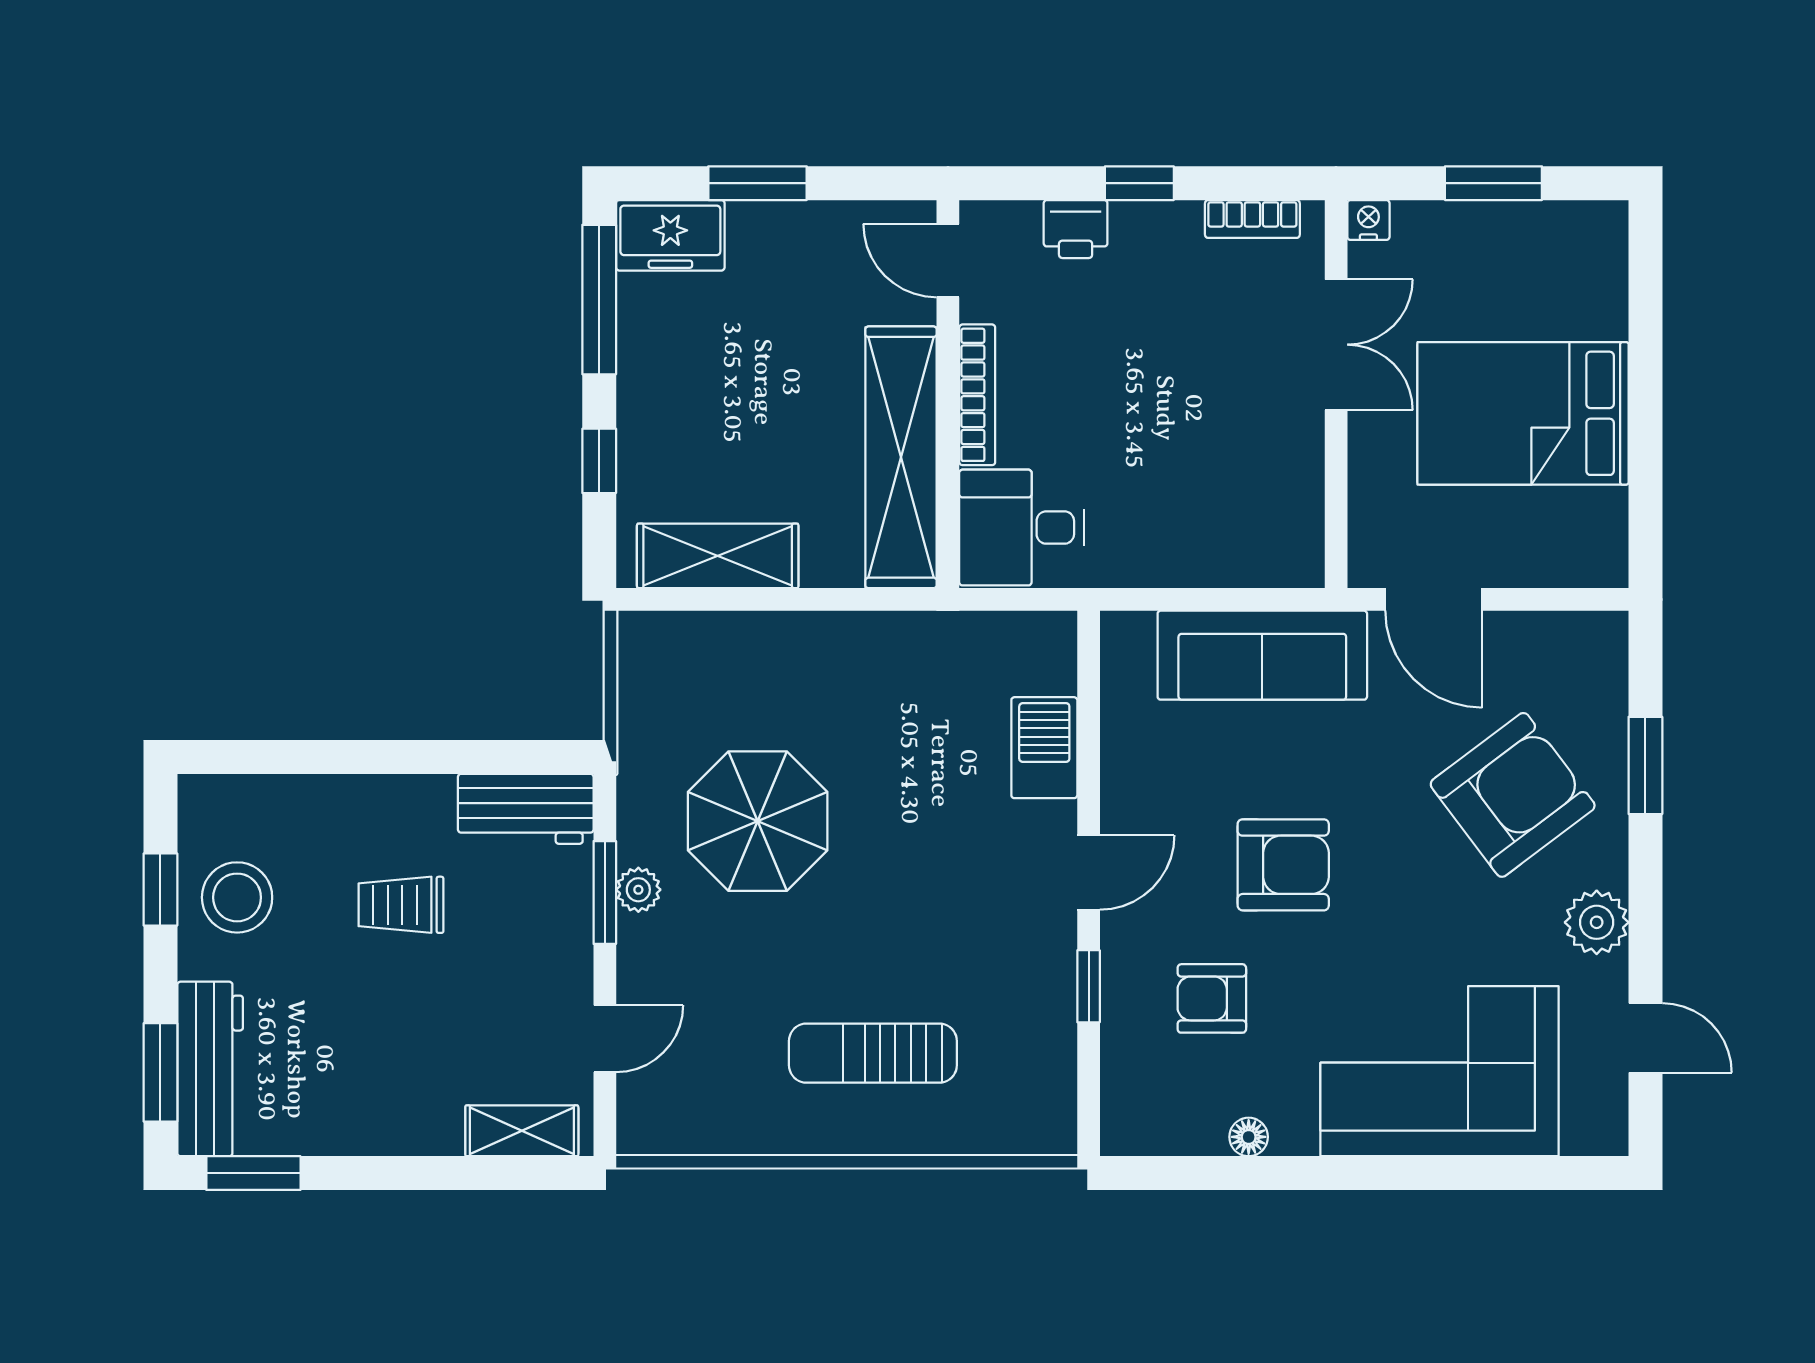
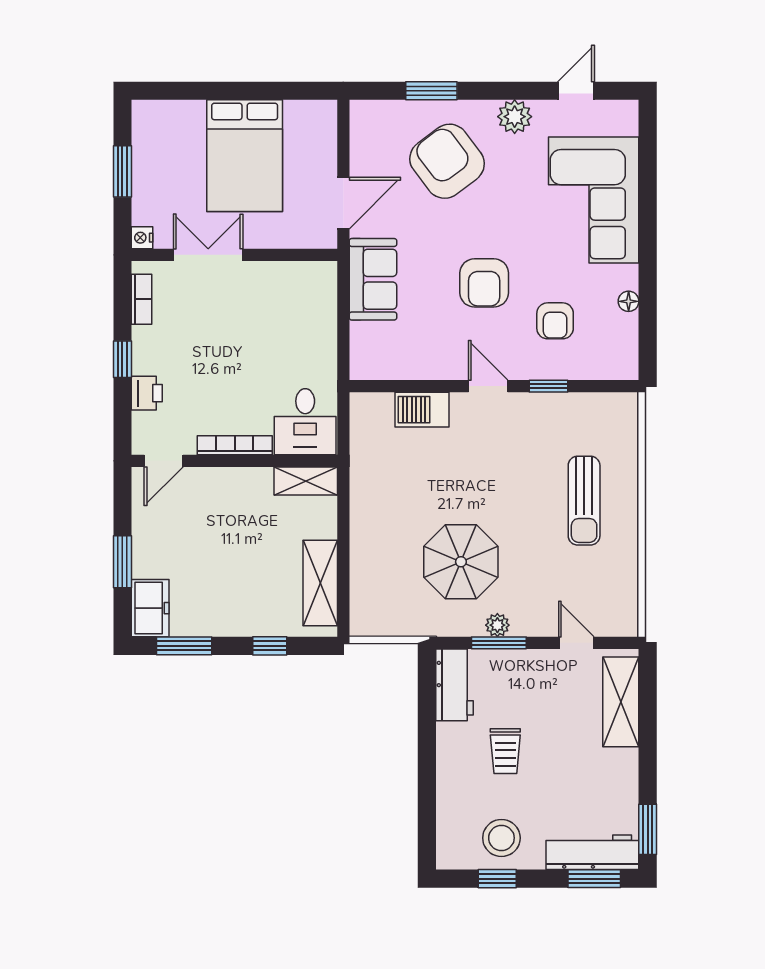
window: (599, 300) -> (184, 646), width x0.69
shelving: (901, 457) -> (306, 481), width x0.45, depth x0.75
sofa: (1262, 655) -> (373, 279), width x0.73
armchair: (1283, 865) -> (484, 283), turned 180
shelving: (522, 1131) -> (621, 702), width x1.50, depth x1.33

